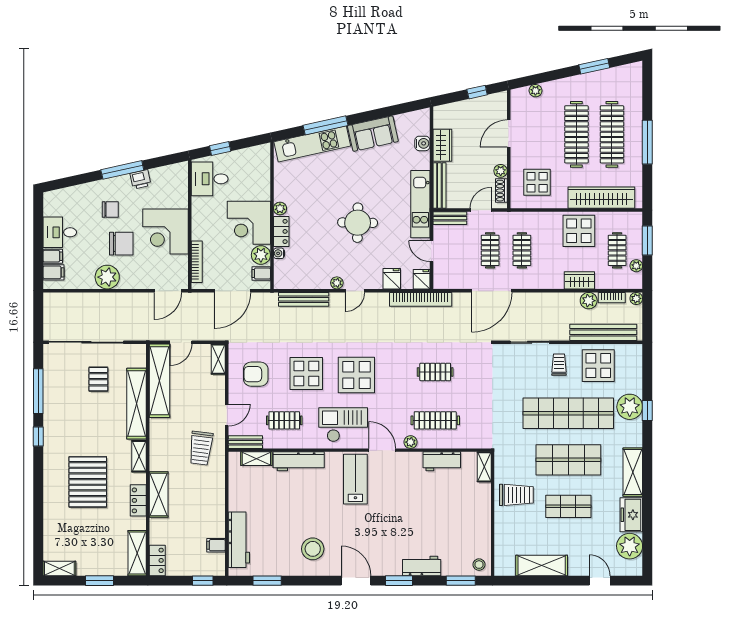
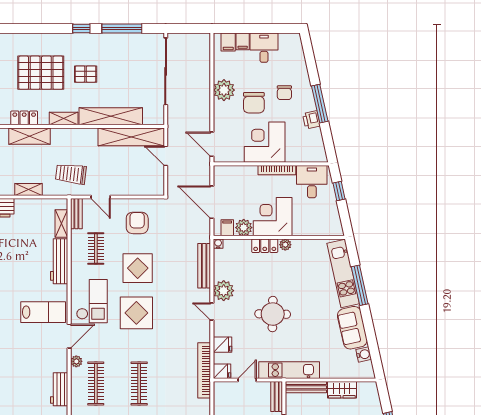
water cooler: (422, 143) -> (364, 354), moved, turned -102
water cooler: (279, 253) -> (218, 244), moved
bookcase: (197, 262) -> (277, 170), moved
plant: (337, 283) -> (224, 291), width x1.87, depth x1.87
shelving: (218, 359) -> (28, 189), moved
clothes rail: (435, 372) -> (139, 383), width x1.36
pallet: (98, 379) -> (86, 74), moved

